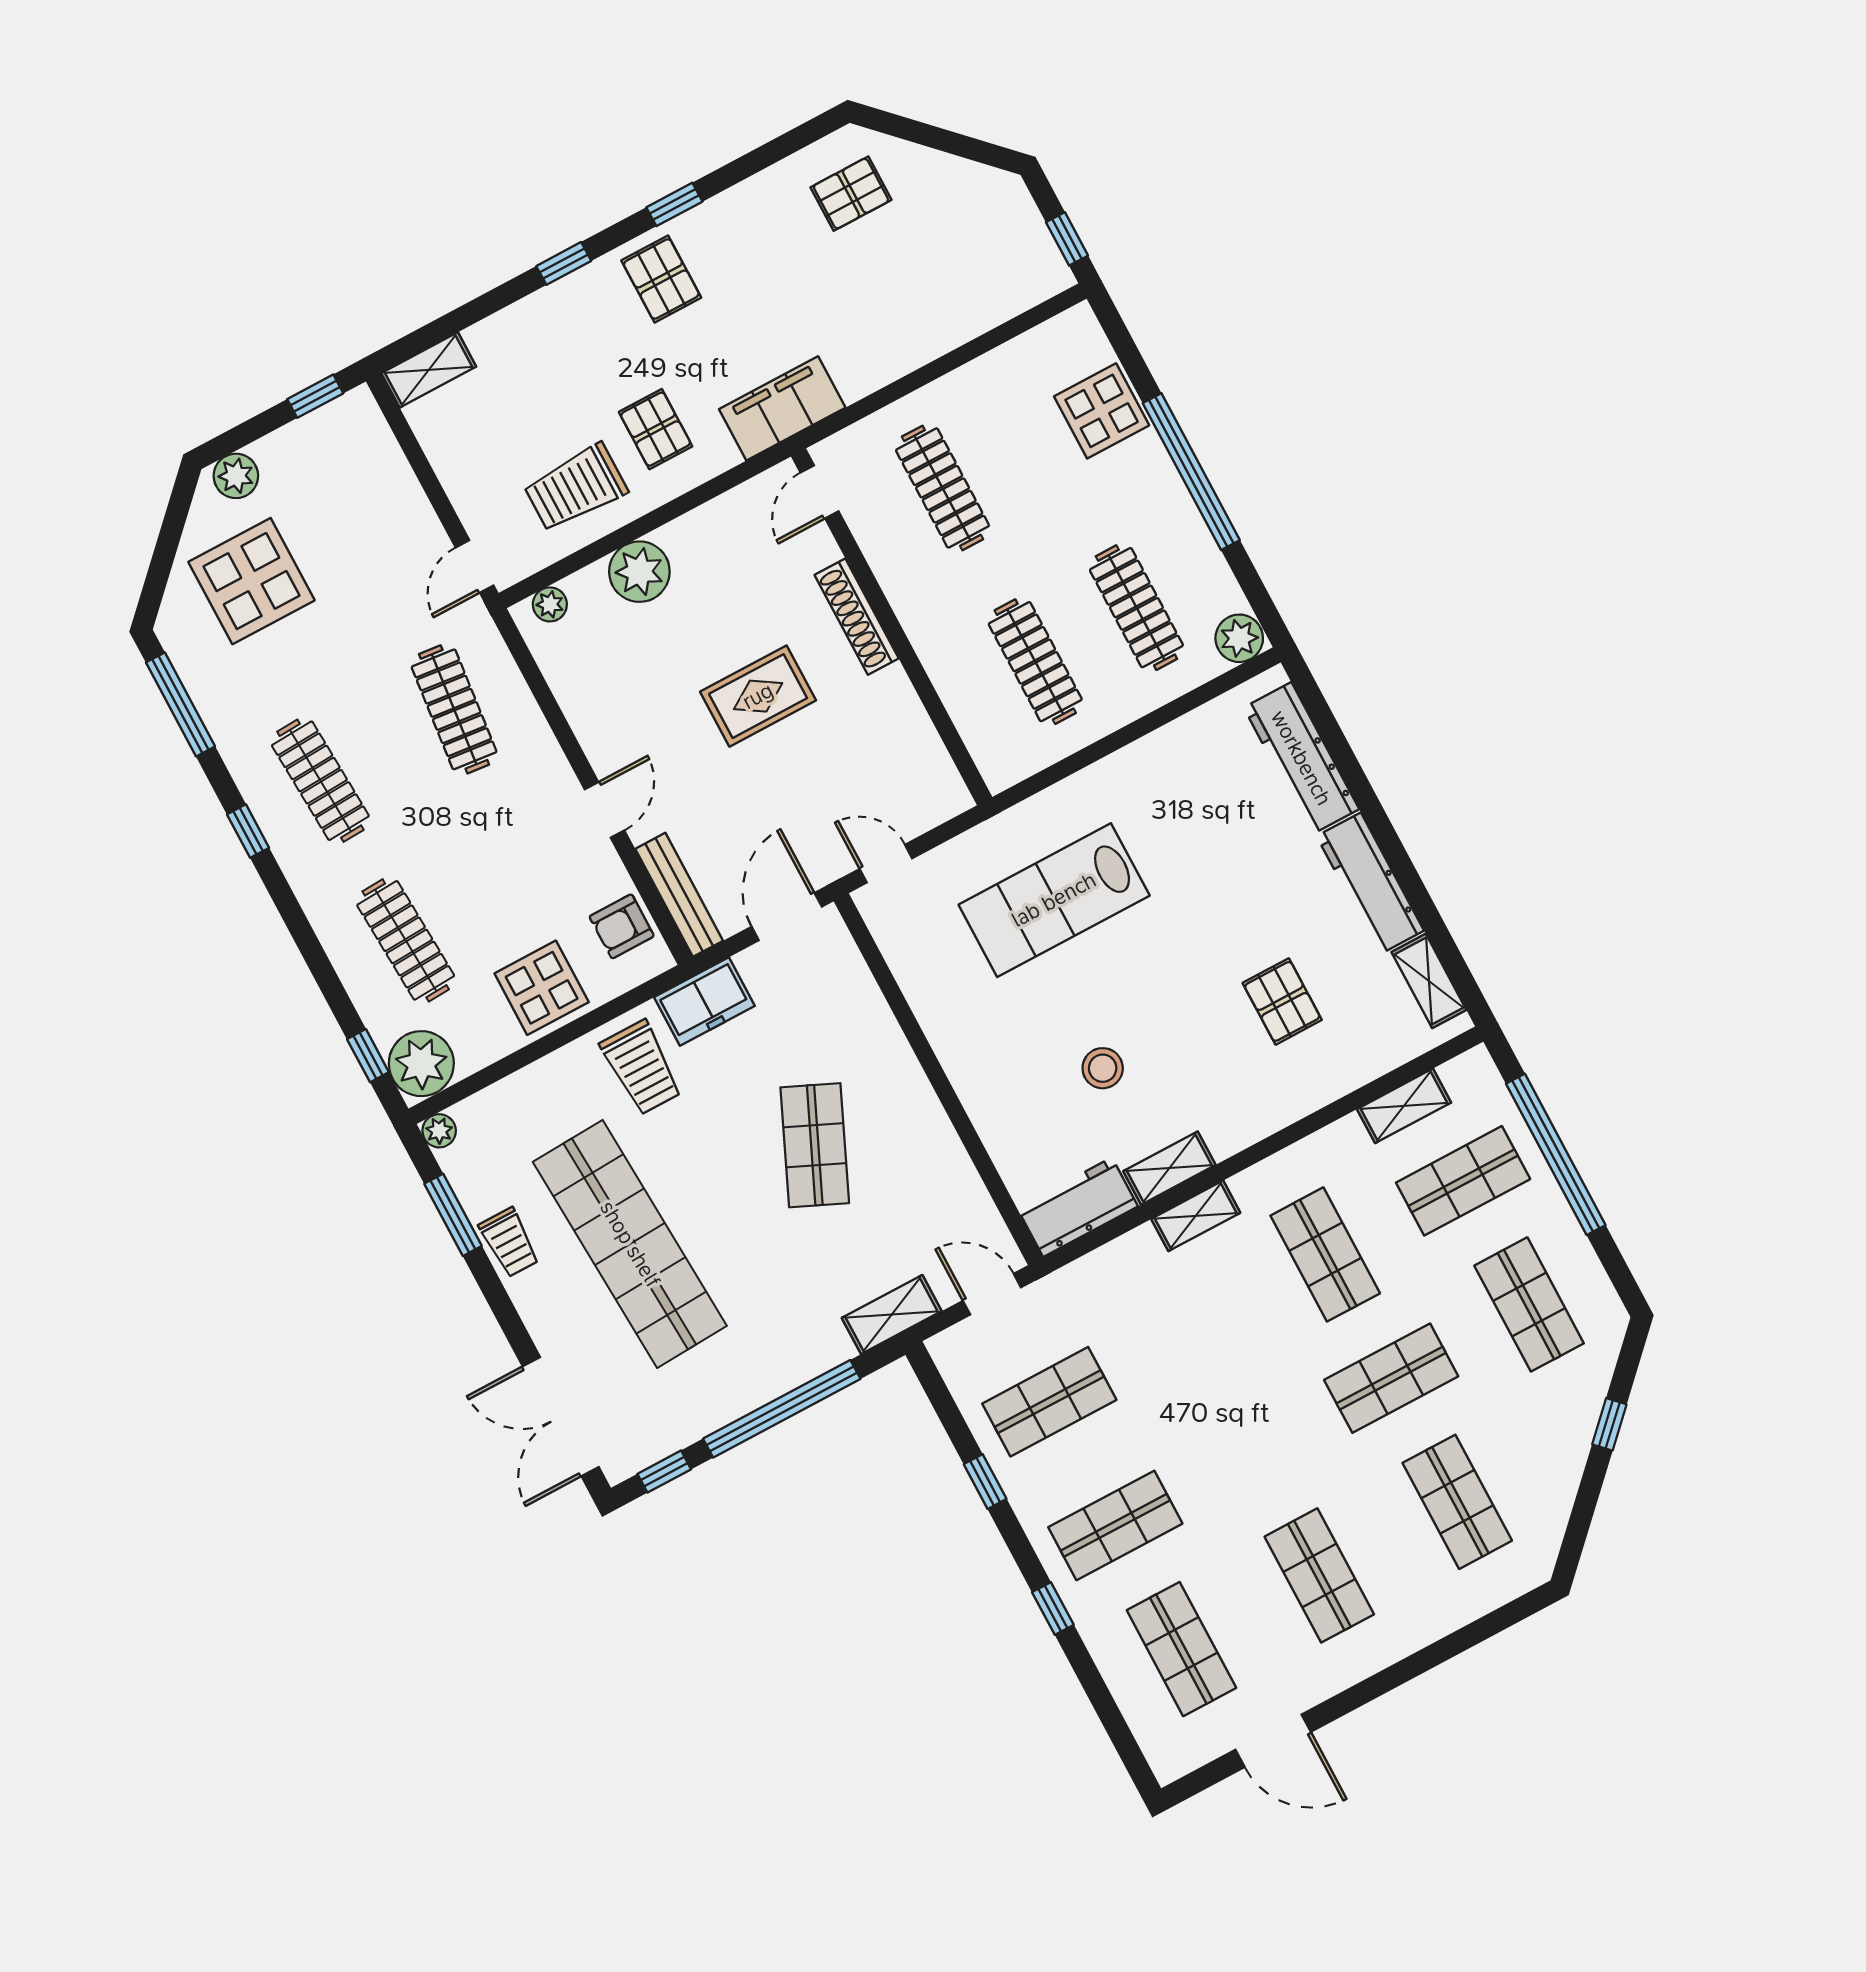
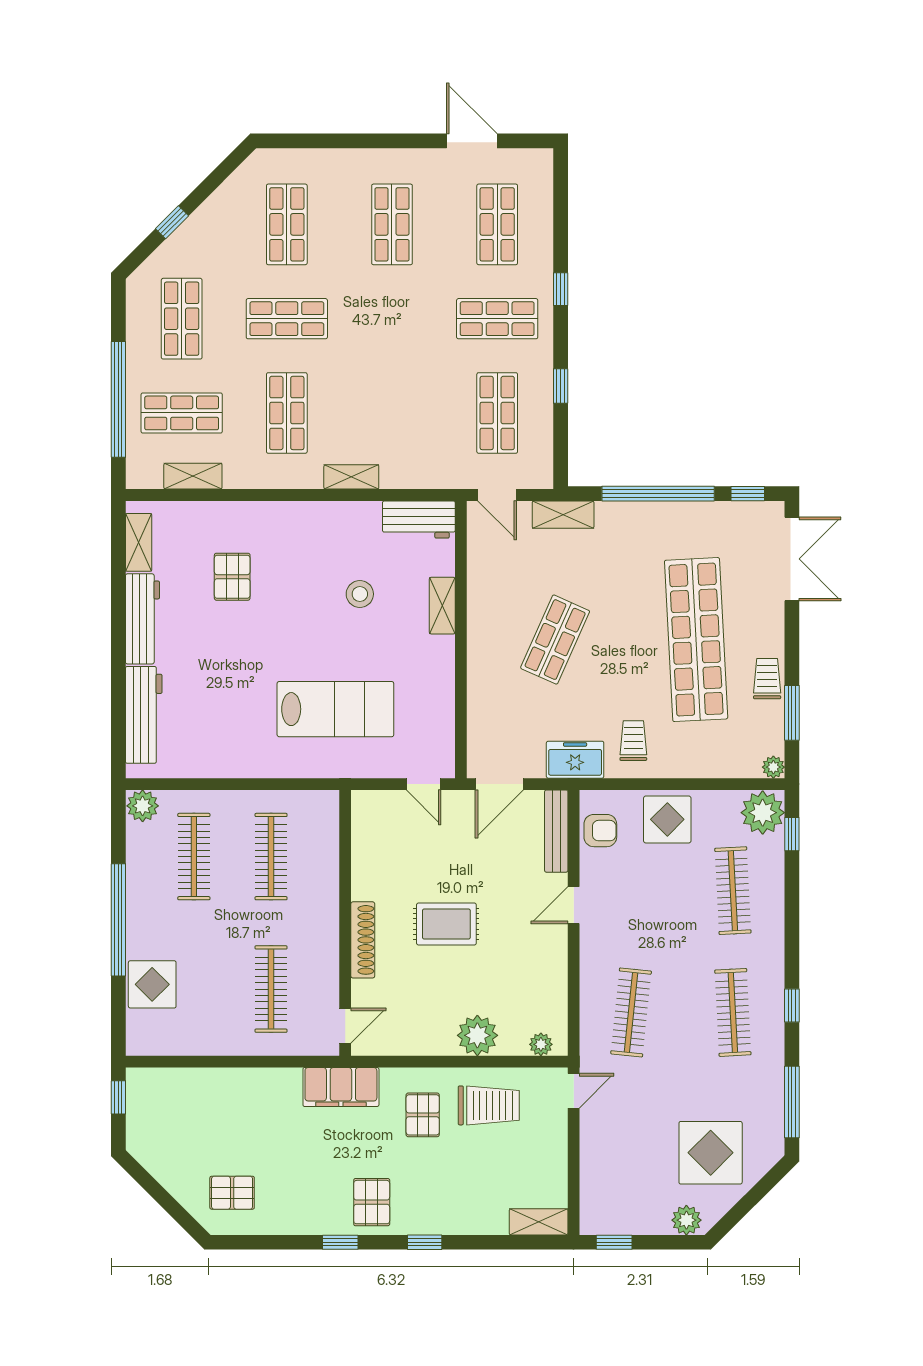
trolley: (641, 1067) -> (633, 741), width x0.73, depth x0.72
shelving: (1169, 1168) -> (442, 606), moved, turned 90
shop shelf: (1049, 1402) -> (497, 413), turned 90

